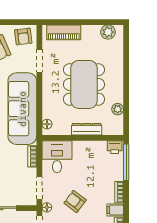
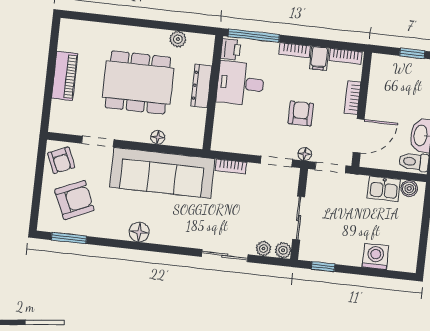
piano: (64, 32) -> (65, 76), moved
plant: (108, 32) -> (68, 41), removed
armchair: (23, 37) -> (61, 160), turned 74
floor lamp: (47, 124) -> (158, 137), moved
desk: (57, 157) -> (241, 83), moved
armchair: (75, 201) -> (301, 113), turned 143

